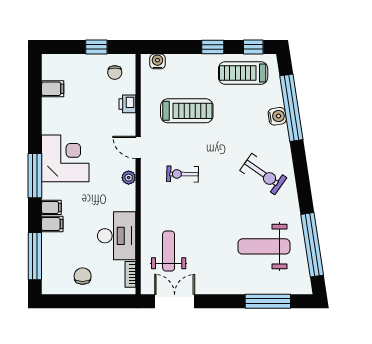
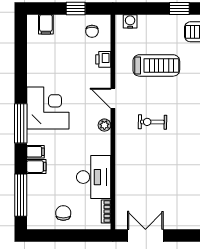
filing cabinet: (53, 89) -> (46, 24), moved, turned 90
weight bench: (169, 251) -> (140, 191), removed

